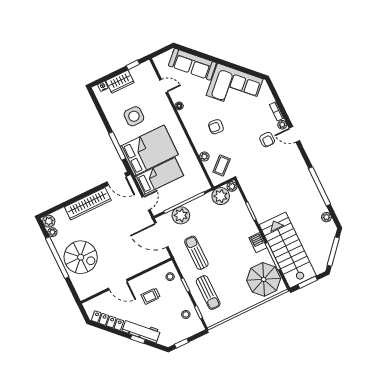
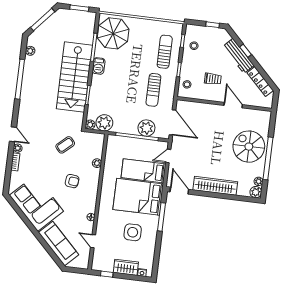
armchair: (267, 140) -> (38, 144), removed
coffee table: (222, 165) -> (65, 145), moved
stairs: (288, 250) -> (75, 77), moved

